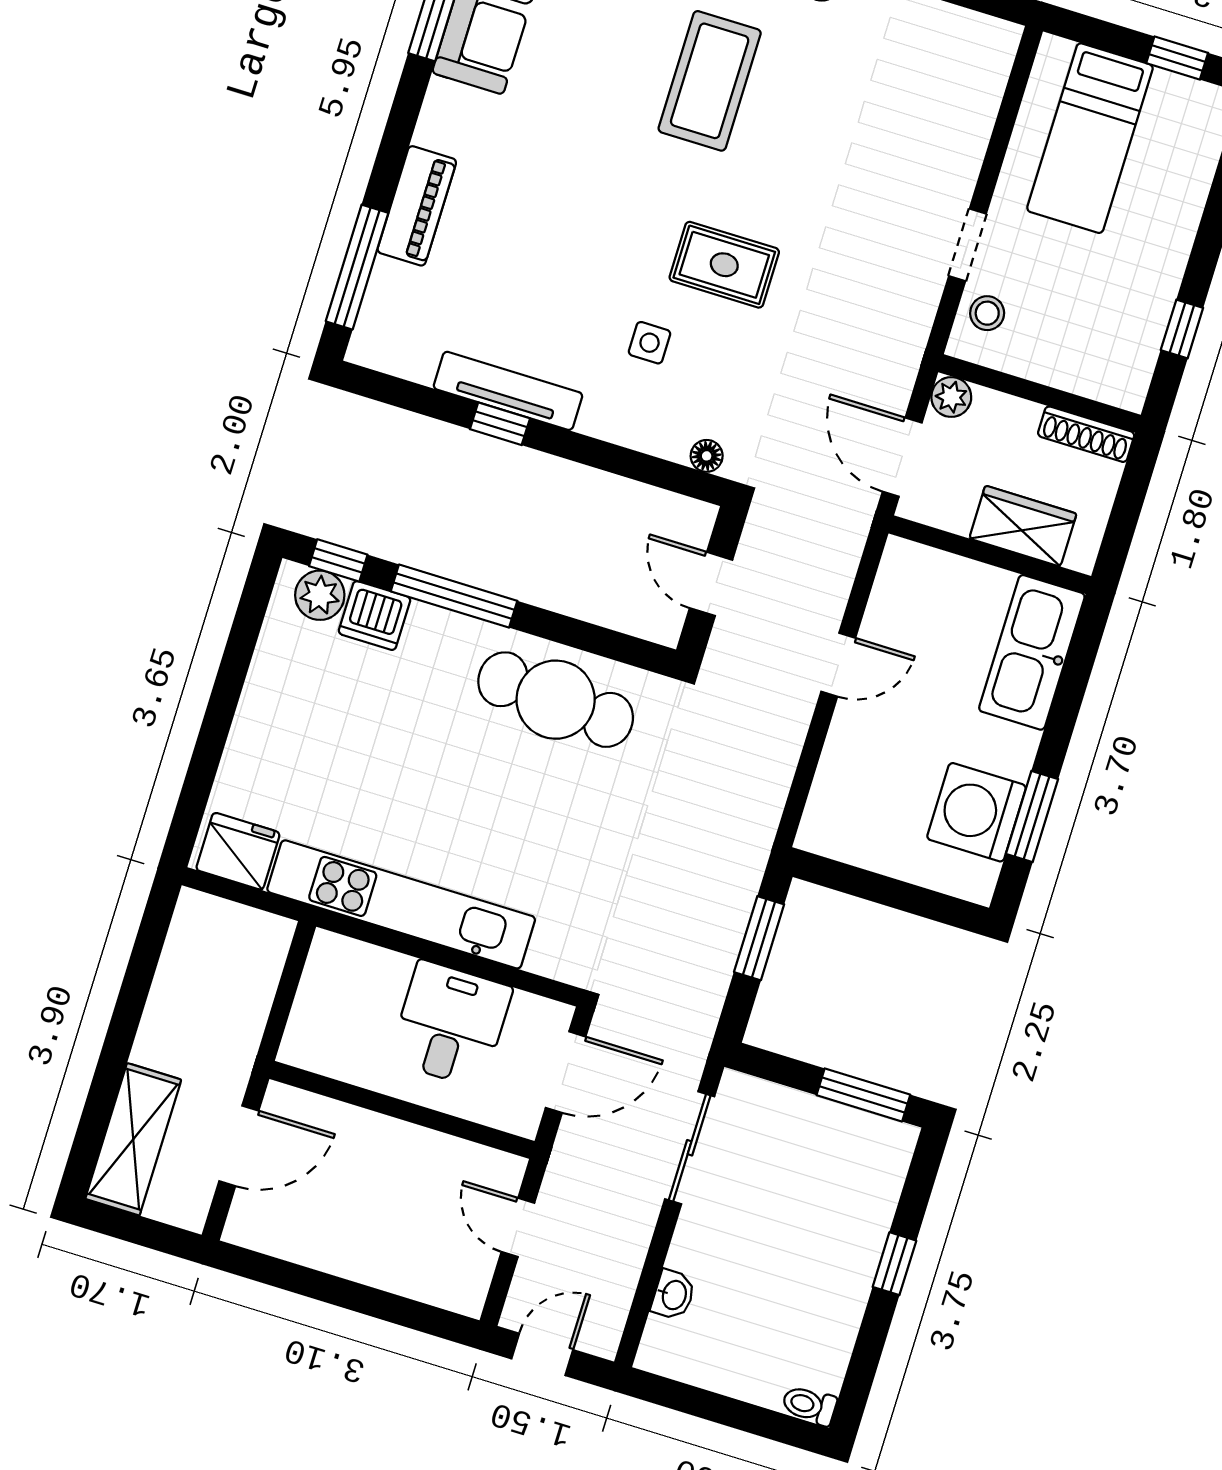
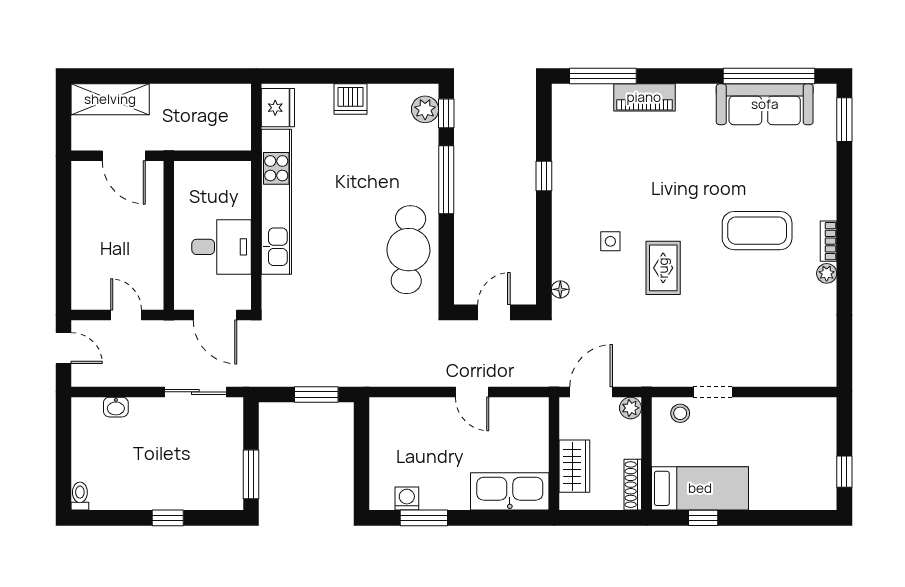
bed: (1090, 138) -> (700, 488), moved, turned 180
tv unit: (508, 391) -> (562, 175), removed
dishwasher: (375, 616) -> (351, 99), moved, turned -90
washing machine: (976, 812) -> (407, 498), width x0.53, depth x0.53
door: (518, 1227) -> (126, 315), hinge flipped

